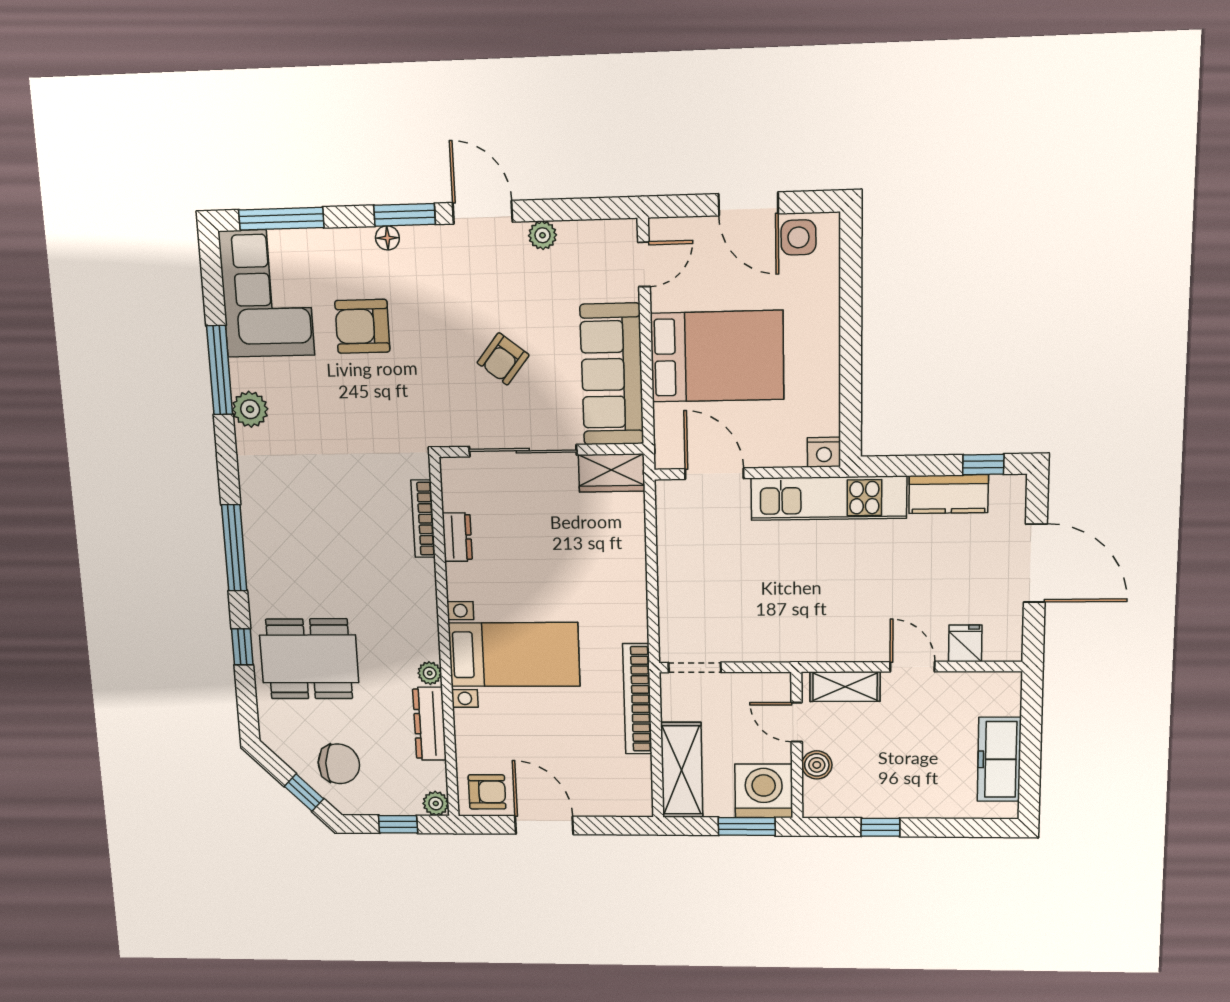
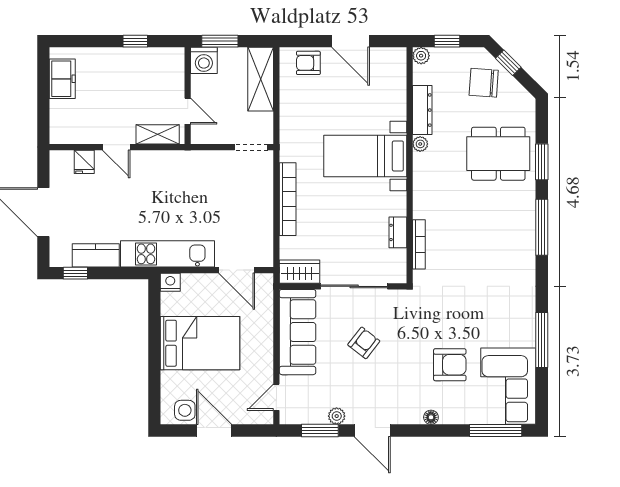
window: (405, 215) -> (320, 431), moved
bed: (717, 356) -> (200, 343), moved, turned 180
plant: (250, 409) -> (524, 315), removed
window: (242, 647) -> (542, 162), width x1.50
bookcase: (637, 699) -> (288, 199), moved
freezer: (999, 759) -> (62, 79), width x0.71
boiler: (817, 765) -> (175, 83), removed
washing machine: (764, 791) -> (204, 60), width x0.73, depth x0.73
armchair: (487, 792) -> (308, 63), moved

